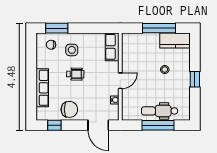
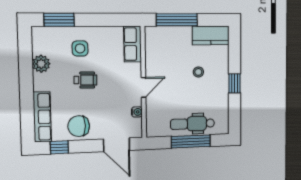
window: (159, 28) -> (177, 20), moved
chair: (51, 45) -> (52, 42), removed
plant: (43, 61) -> (41, 64), added
row of seats: (42, 88) -> (42, 117), moved
chair: (69, 109) -> (79, 126), turned 180

